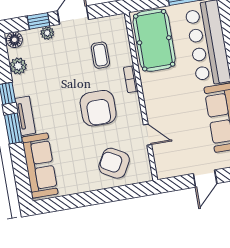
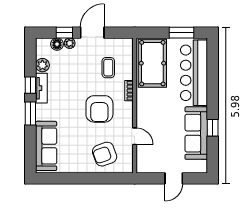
floor lamp: (14, 40) -> (57, 44), moved
tv unit: (25, 116) -> (41, 88), moved
armchair: (114, 163) -> (105, 154), turned -49

